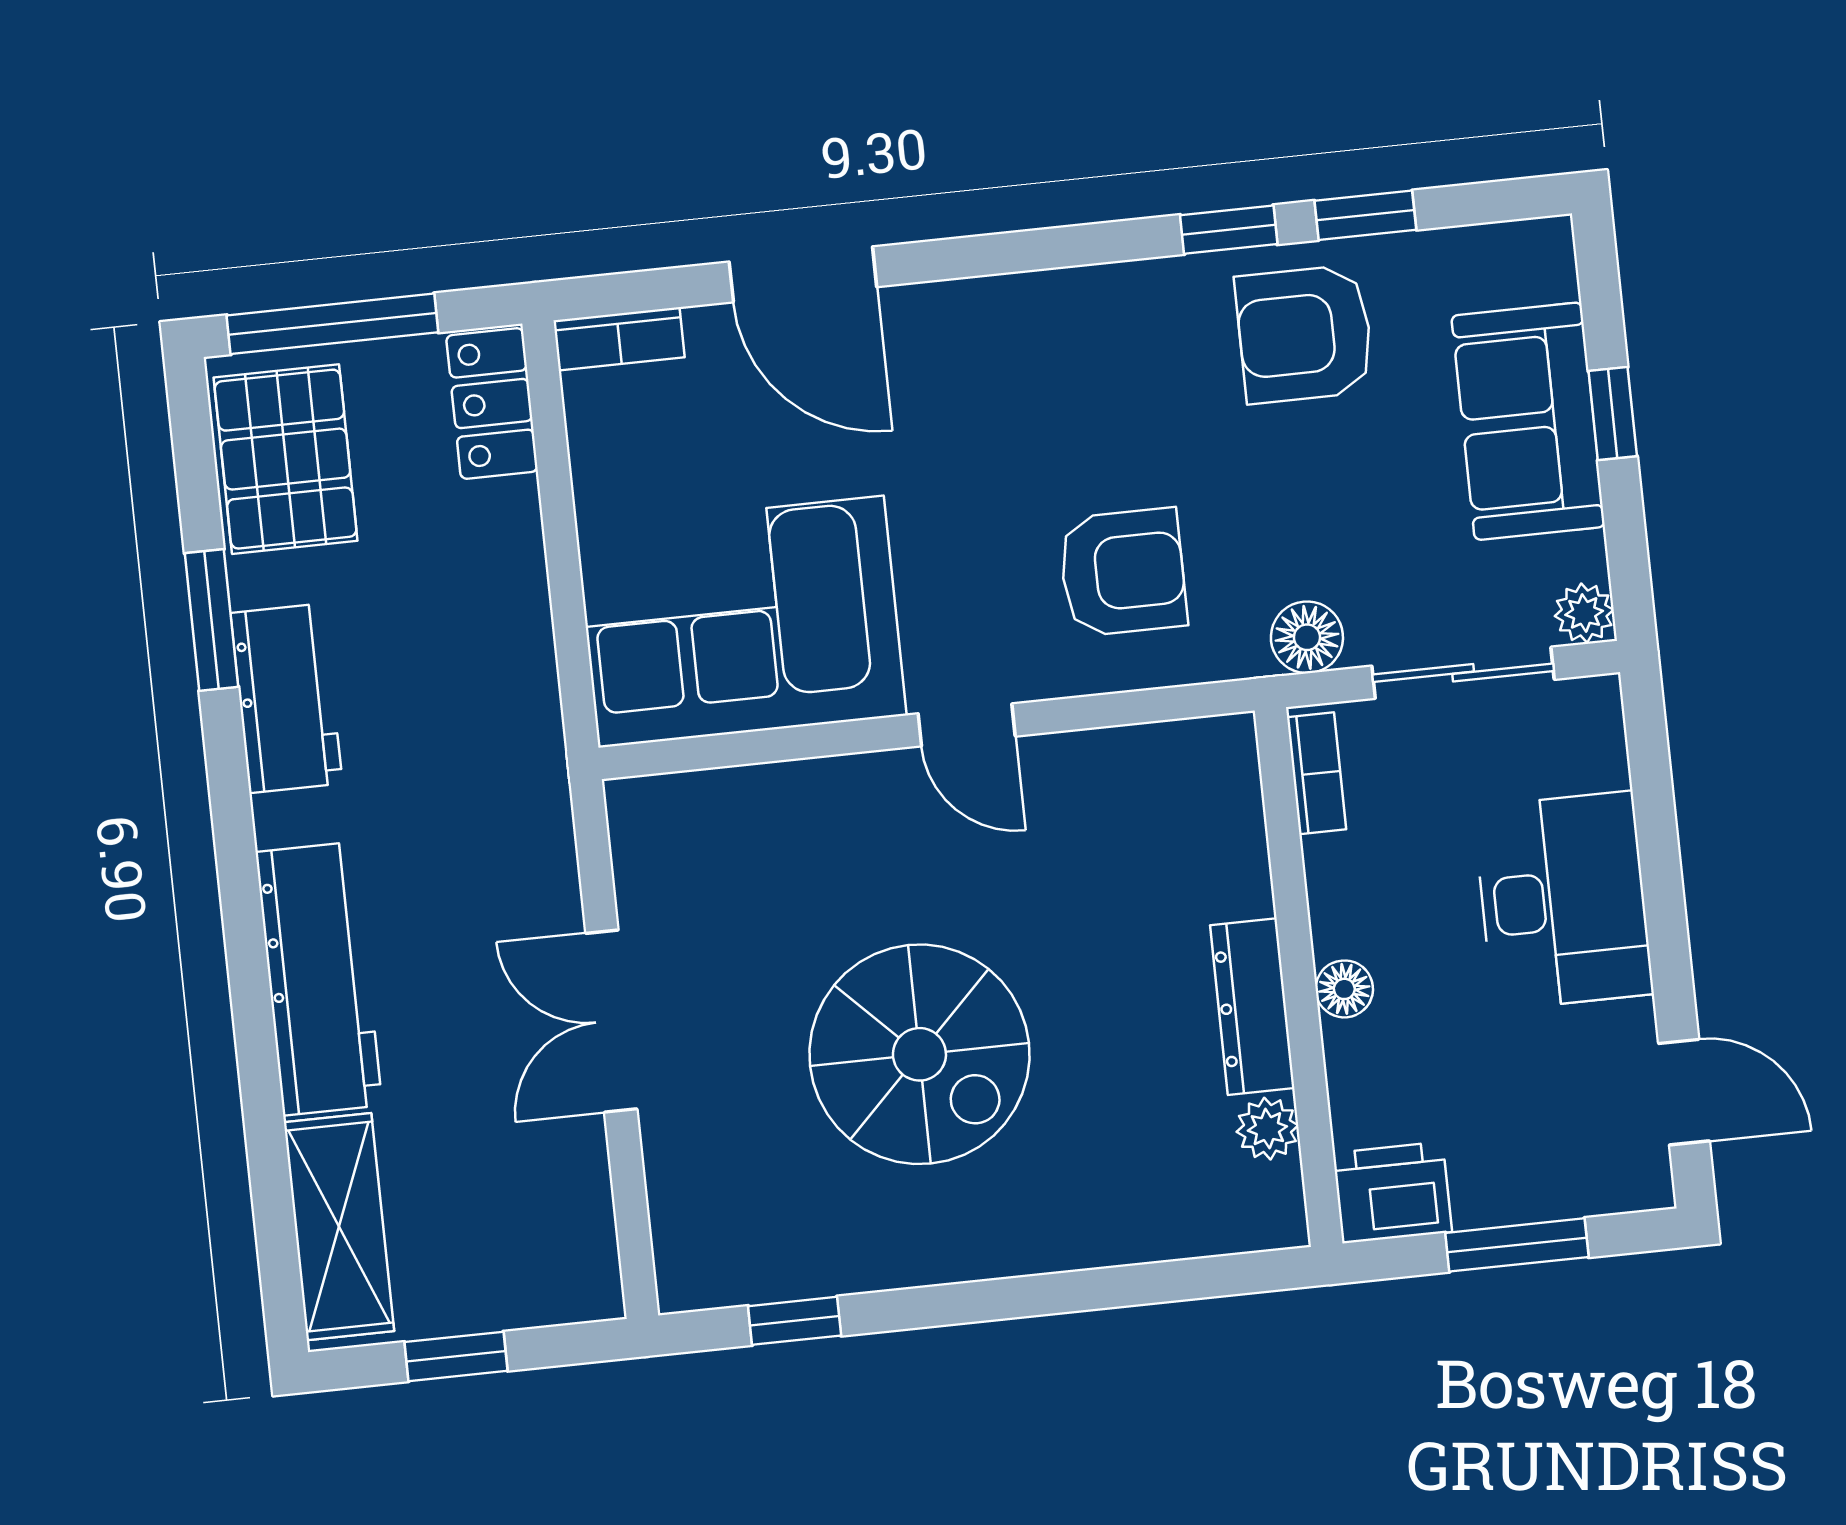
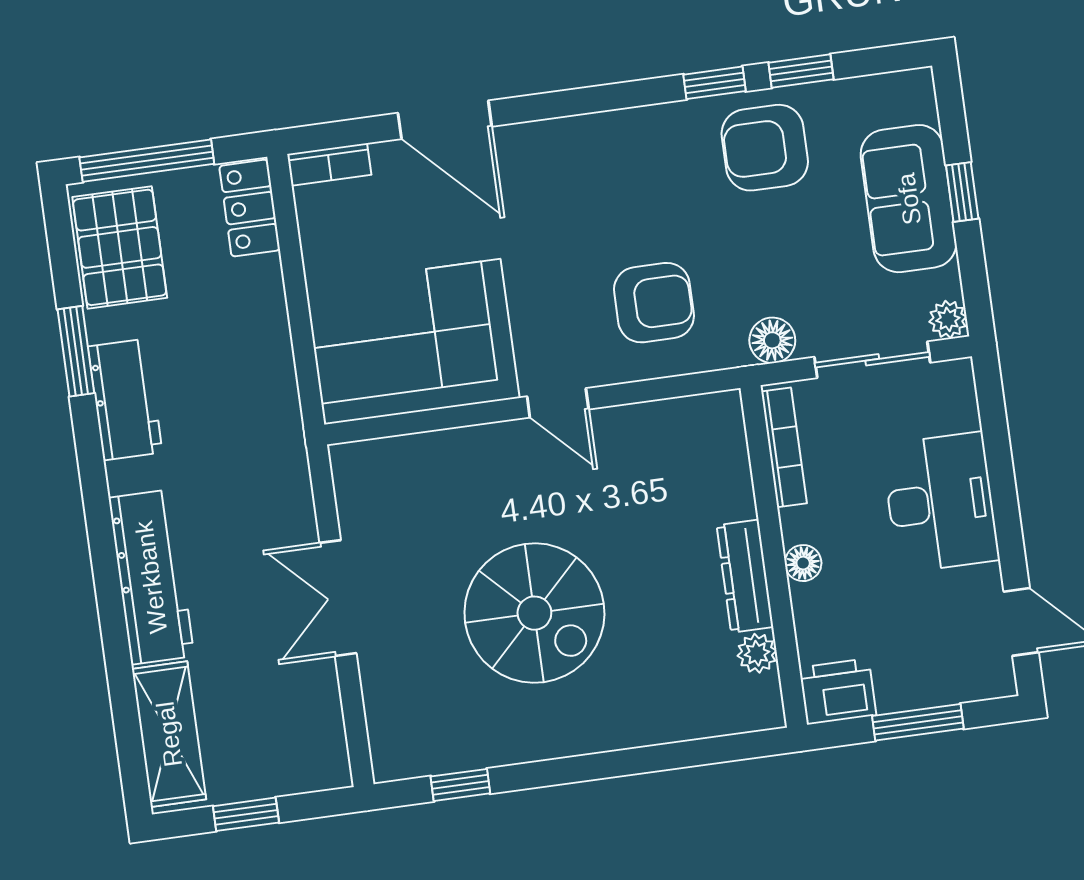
bookcase: (1317, 773) -> (784, 447), width x1.56

